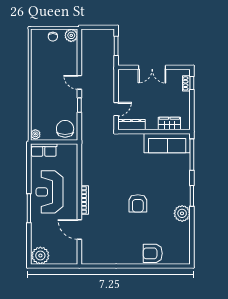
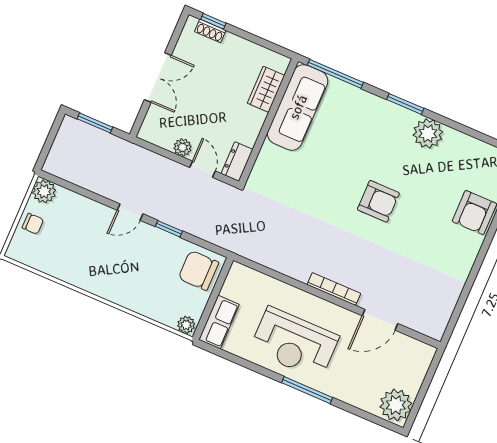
plant: (123, 95) -> (183, 147), added
dresser: (131, 125) -> (237, 161), width x0.70

